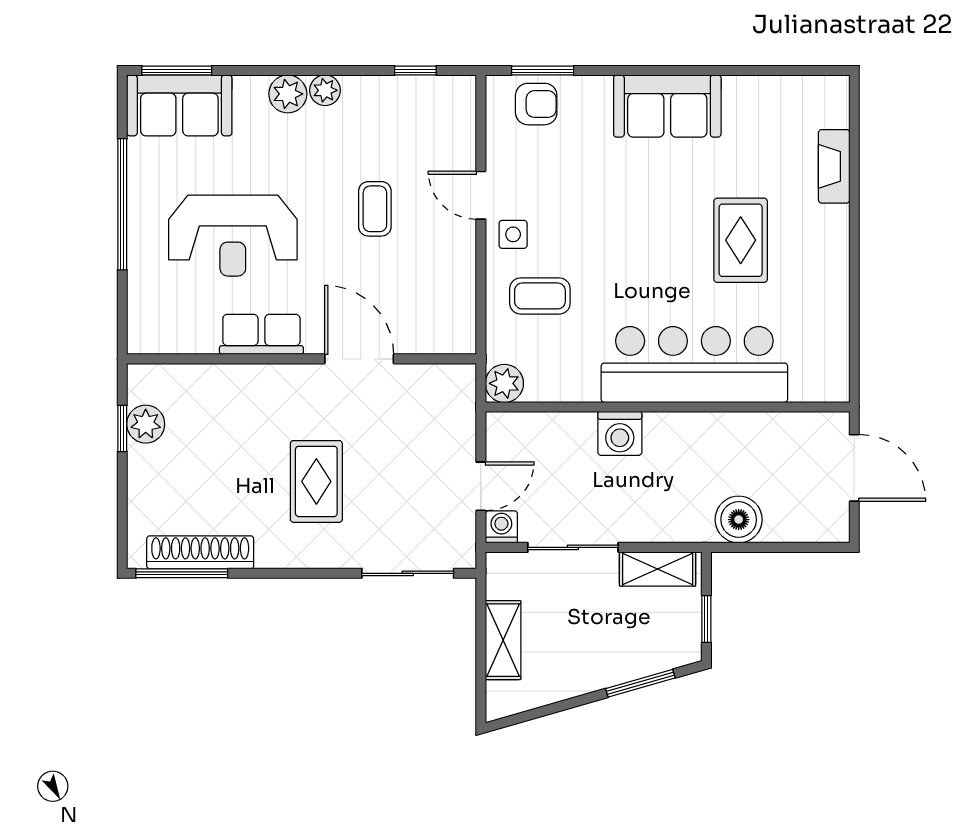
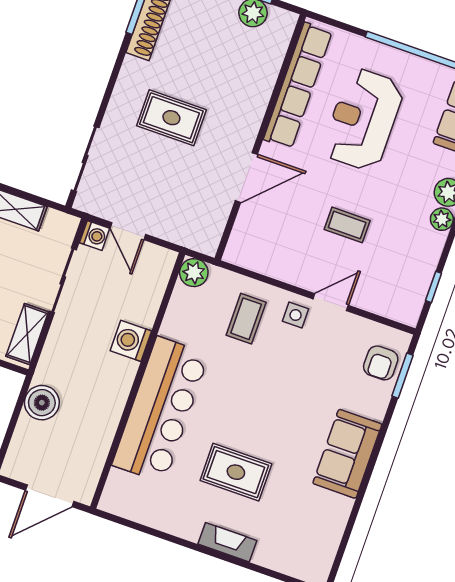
fireplace: (834, 166) -> (227, 542), moved
row of seats: (261, 334) -> (298, 86), width x2.02

